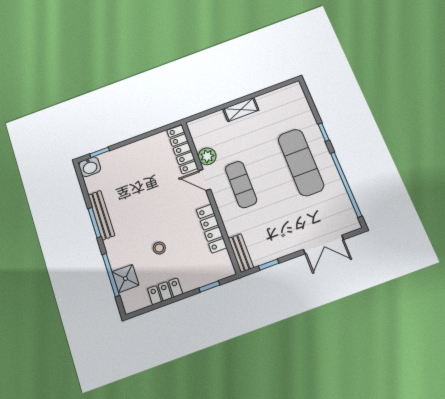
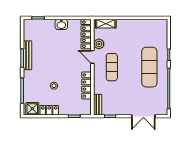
shelving: (241, 110) -> (106, 24), moved
washbasin: (90, 167) -> (61, 24), moved
shower: (125, 279) -> (32, 109), moved

